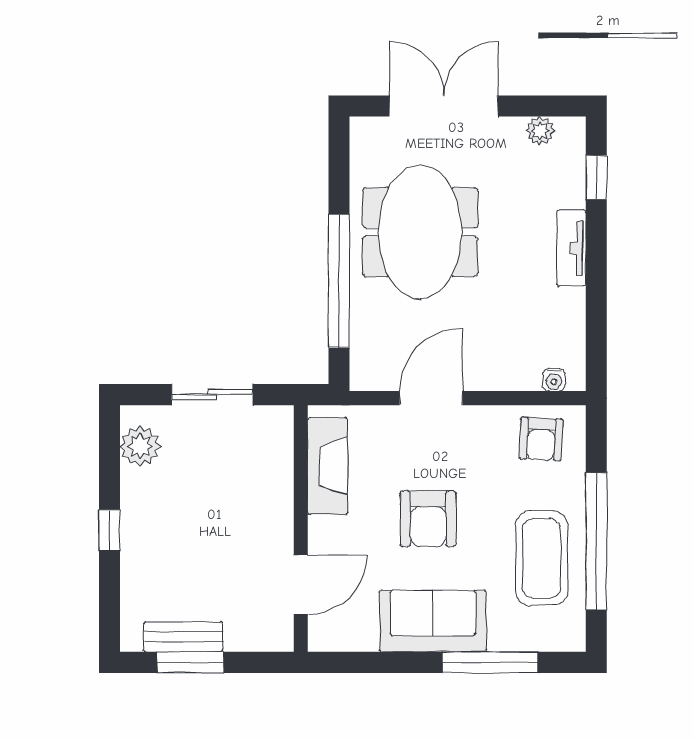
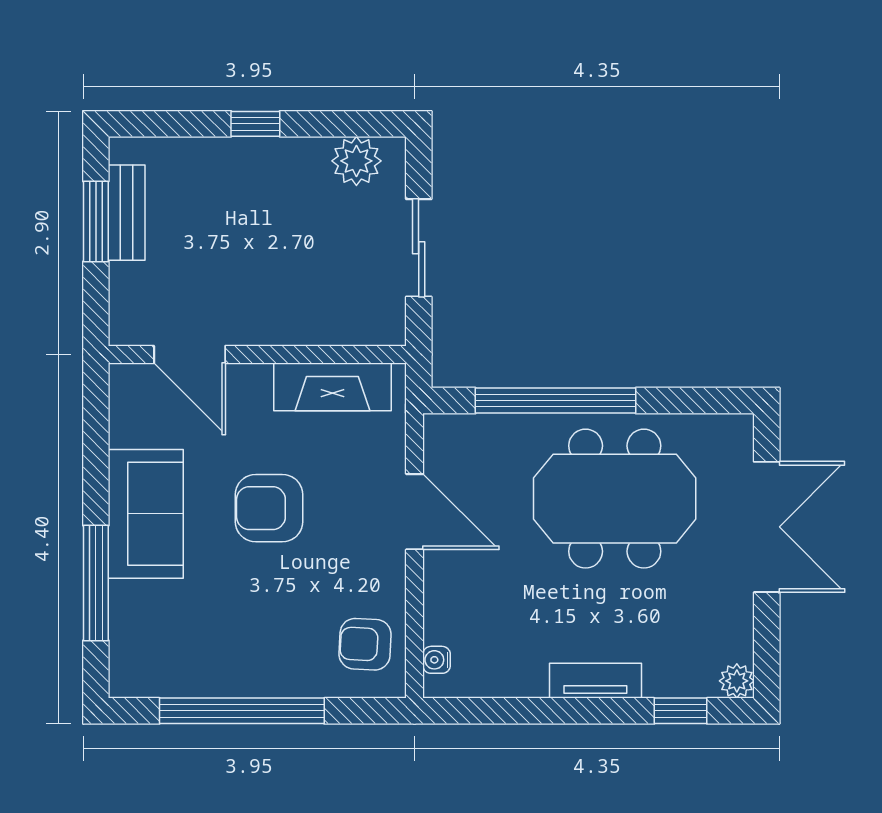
plant: (540, 131) -> (737, 681), moved
coffee table: (542, 558) -> (222, 645), removed

